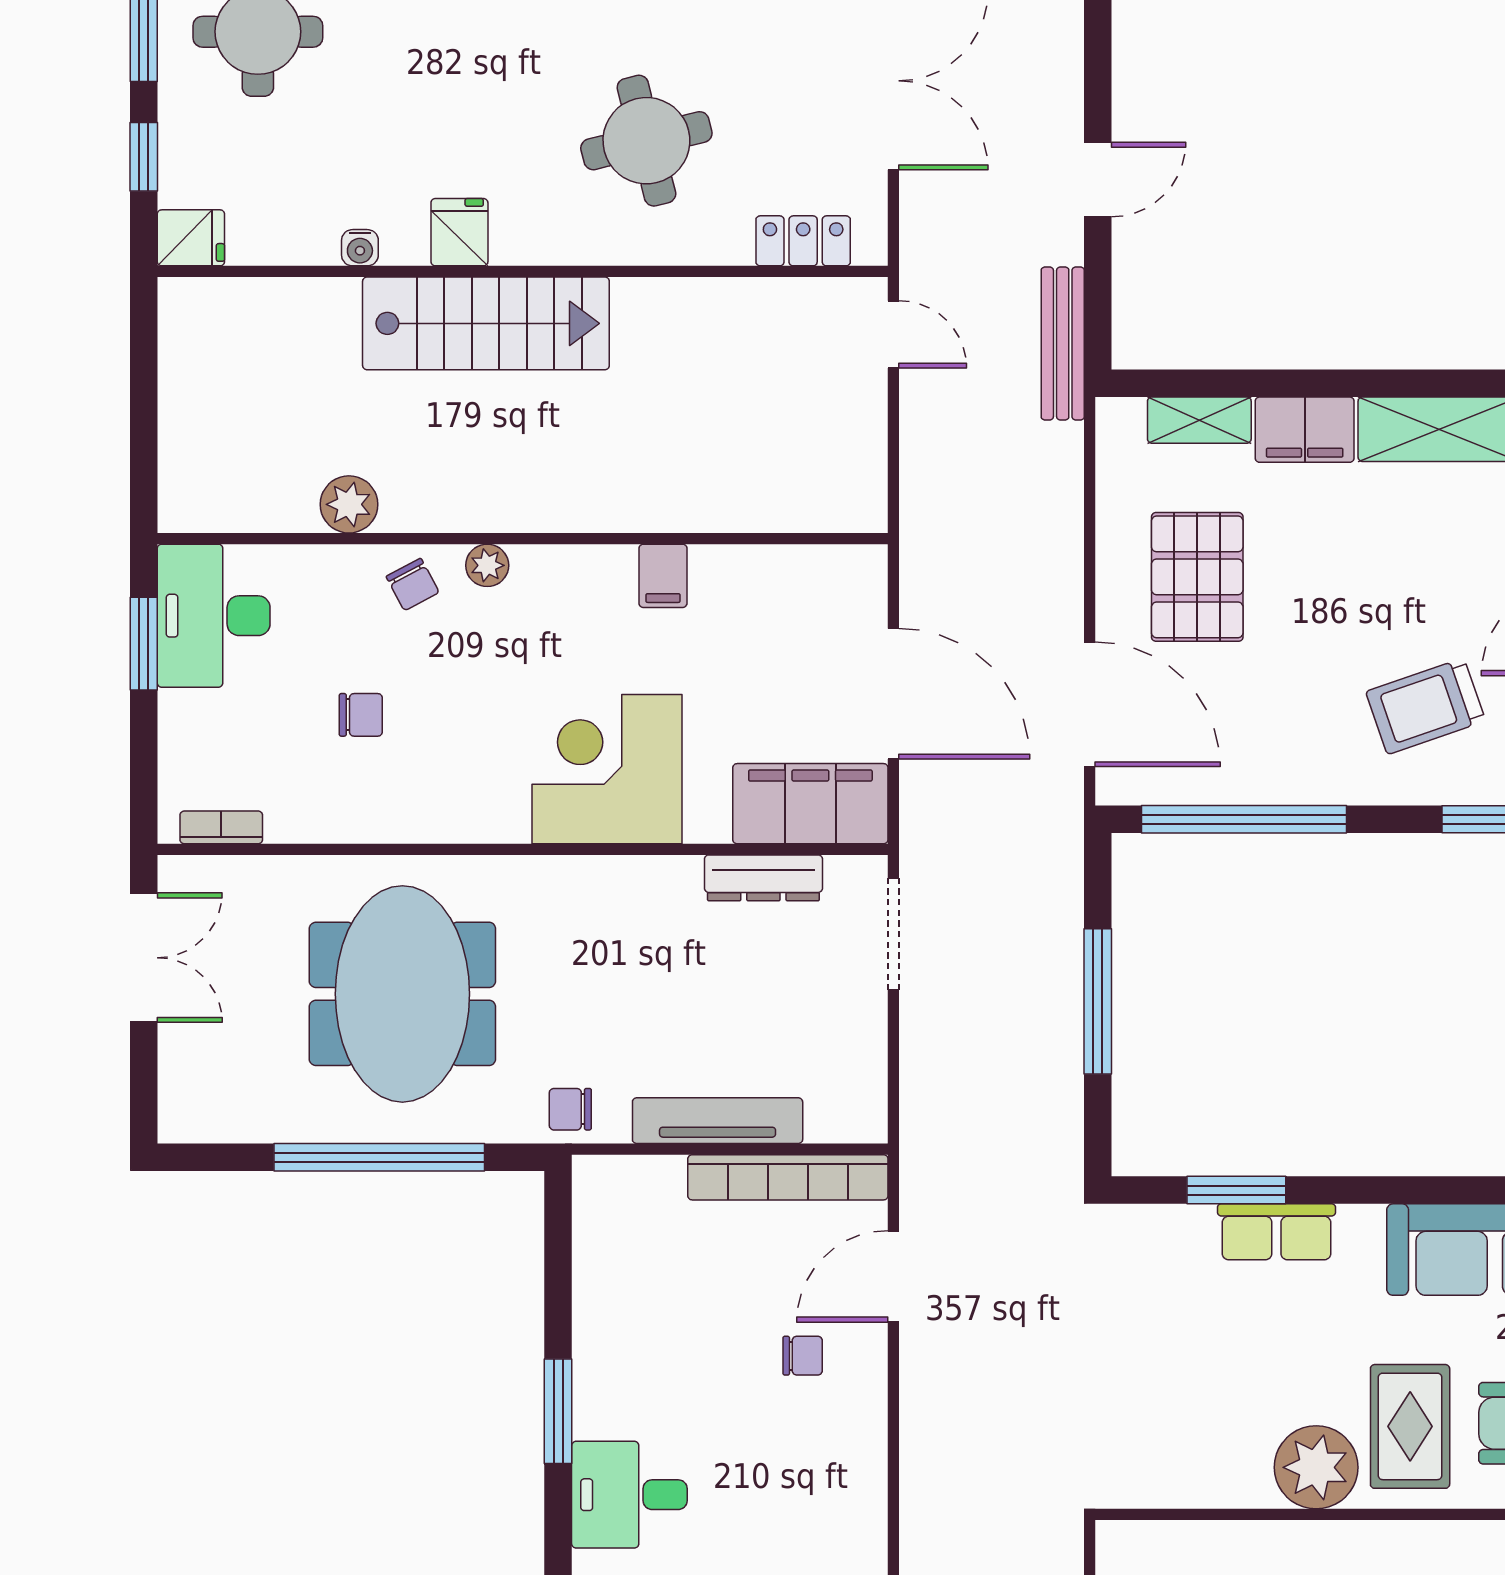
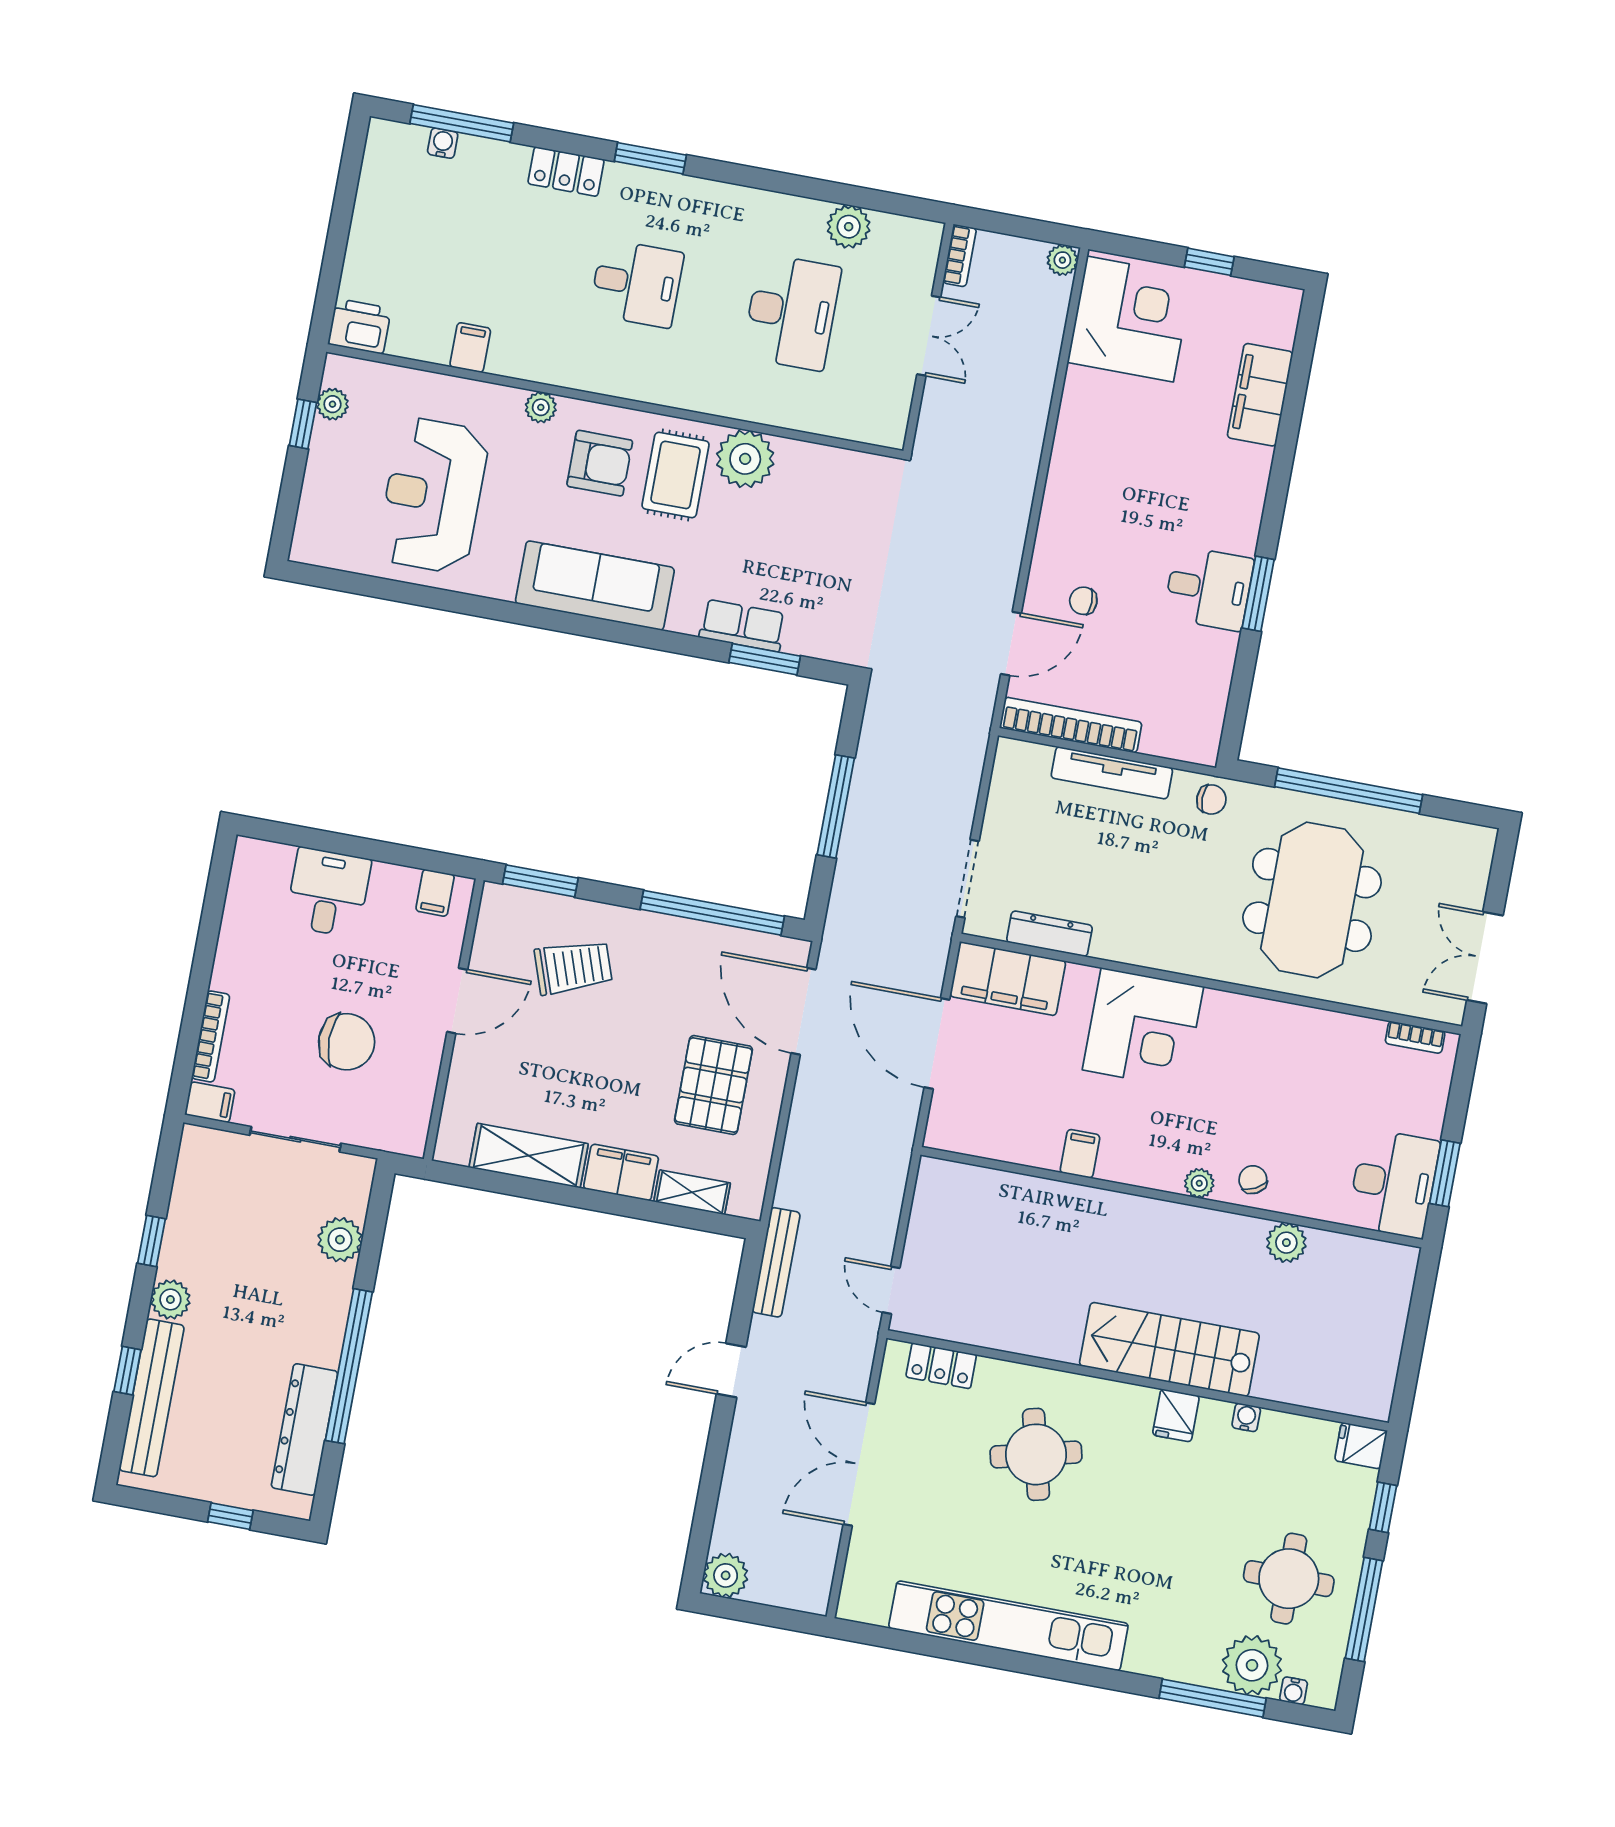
chair: (361, 715) -> (1305, 1097), removed
desk: (629, 1495) -> (1209, 588), moved

